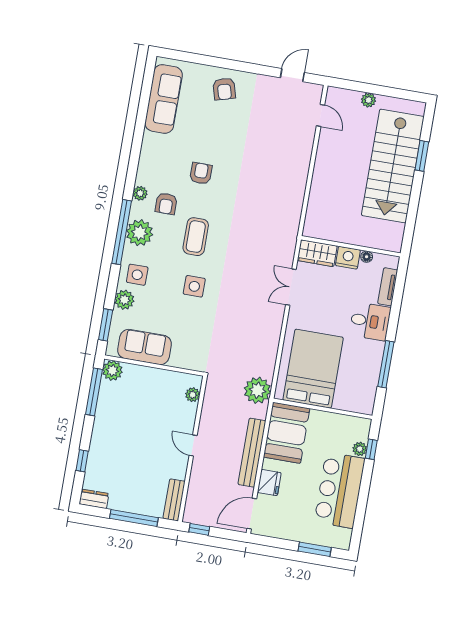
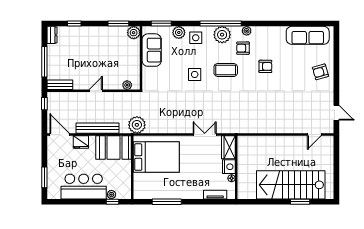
plant: (369, 100) -> (329, 163), removed
desk: (370, 321) -> (192, 187), removed
window: (94, 392) -> (118, 23), width x0.69

